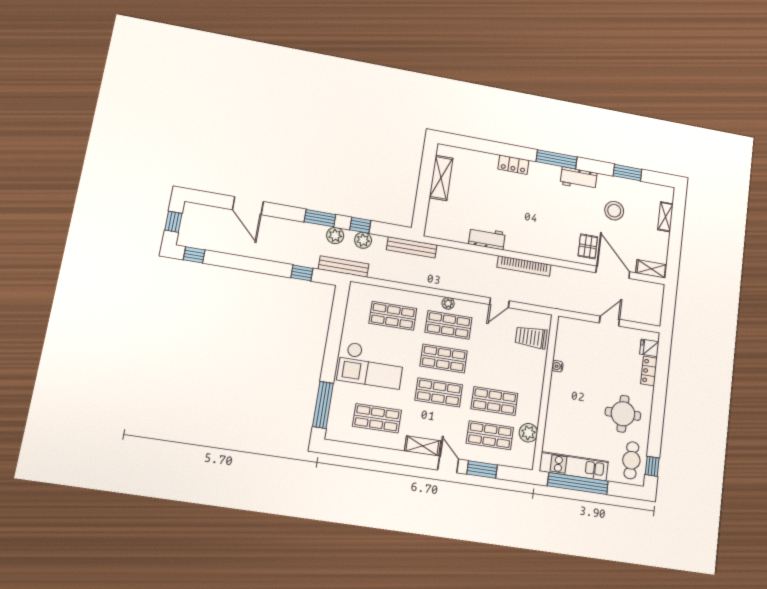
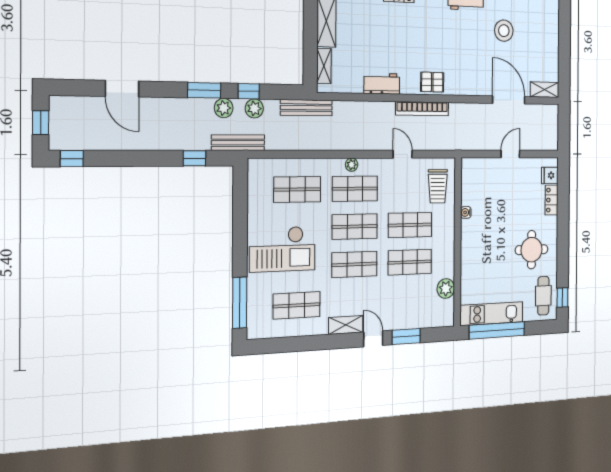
shelving: (665, 217) -> (324, 66), moved
pallet: (588, 246) -> (432, 82), moved, turned 90
door: (499, 303) -> (403, 154), swing flipped
trolley: (531, 337) -> (438, 186), turned -90
shop shelf: (490, 435) -> (410, 225), moved

